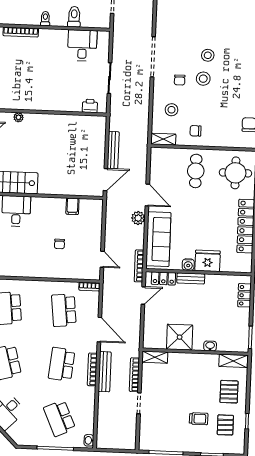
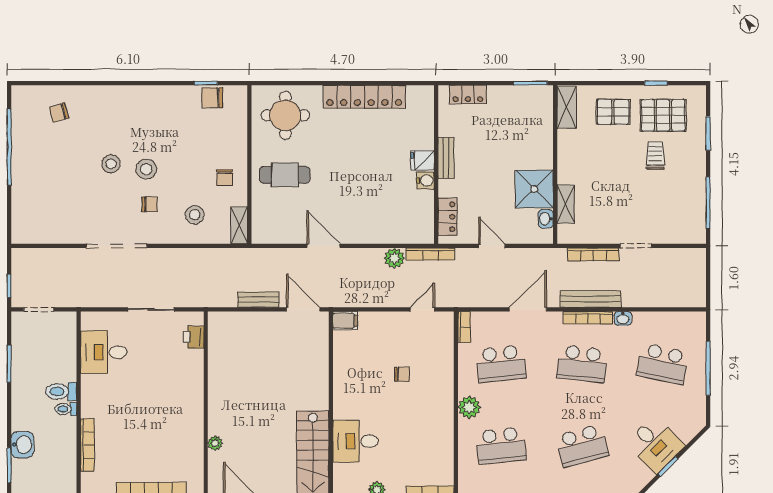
toilet: (74, 17) -> (61, 391), moved
chair: (243, 22) -> (59, 113), added
bench: (113, 150) -> (258, 300), width x0.73
door: (147, 195) -> (324, 246), hinge flipped
filing cabinet: (72, 206) -> (345, 321), moved
plant: (138, 218) -> (394, 258), moved
sofa: (158, 239) -> (389, 227), removed
fridge: (208, 261) -> (422, 160), width x0.53, depth x0.75
bench: (191, 278) -> (446, 158), moved
plant: (36, 288) -> (469, 407), added
door: (143, 295) -> (492, 246), moved
washbasin: (210, 346) -> (546, 219), moved
shelving: (155, 357) -> (566, 204), moved
school desk: (59, 418) -> (663, 364), turned 36
pallet: (225, 425) -> (663, 115), width x1.50, depth x1.42
washbasin: (89, 440) -> (623, 318), moved

